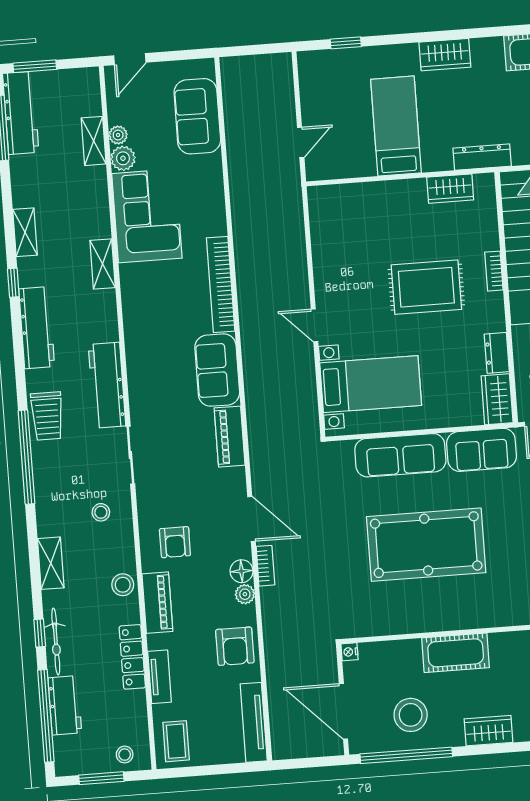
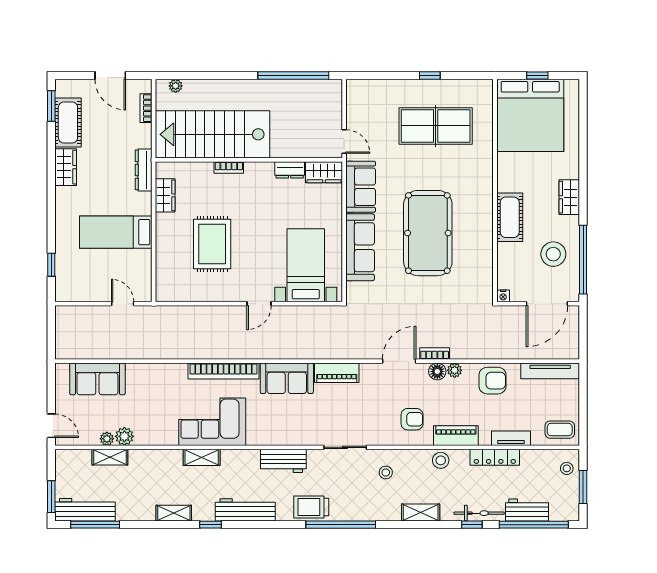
wardrobe: (445, 55) -> (66, 167), moved
corner sofa: (147, 216) -> (212, 422), moved
rug: (426, 287) -> (212, 244), moved
workbench: (107, 385) -> (283, 461), width x0.73
trolley: (47, 416) -> (311, 507), turned 180

